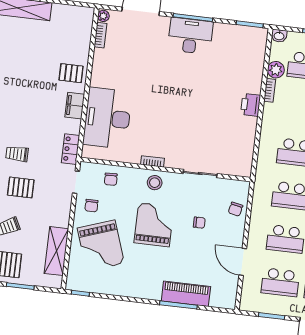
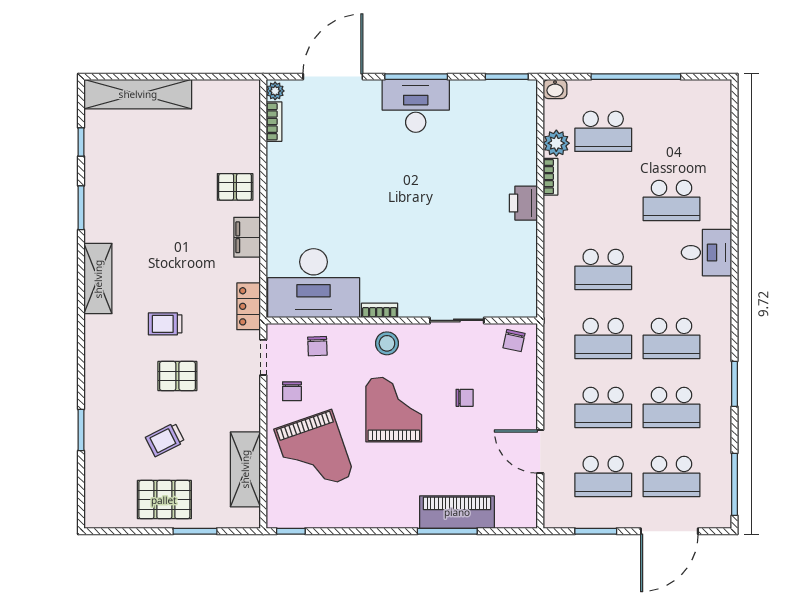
desk: (107, 118) -> (314, 283), moved, turned -90
chair: (236, 209) -> (514, 341), moved

